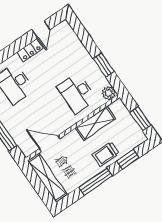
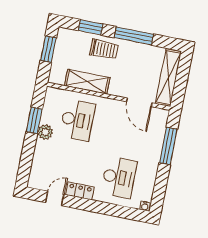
plant: (109, 93) -> (45, 132), moved

